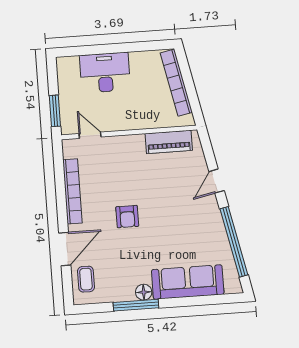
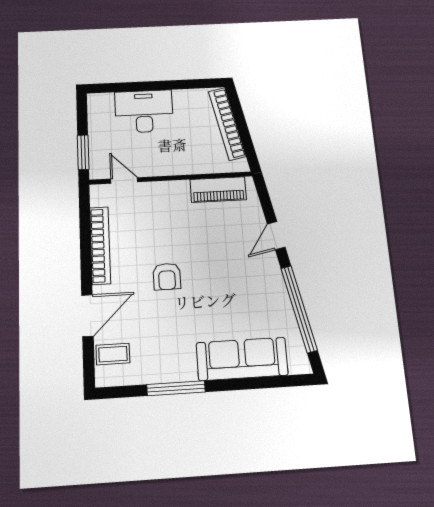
coffee table: (86, 279) -> (113, 354), turned 90
floor lamp: (144, 292) -> (186, 371), removed

